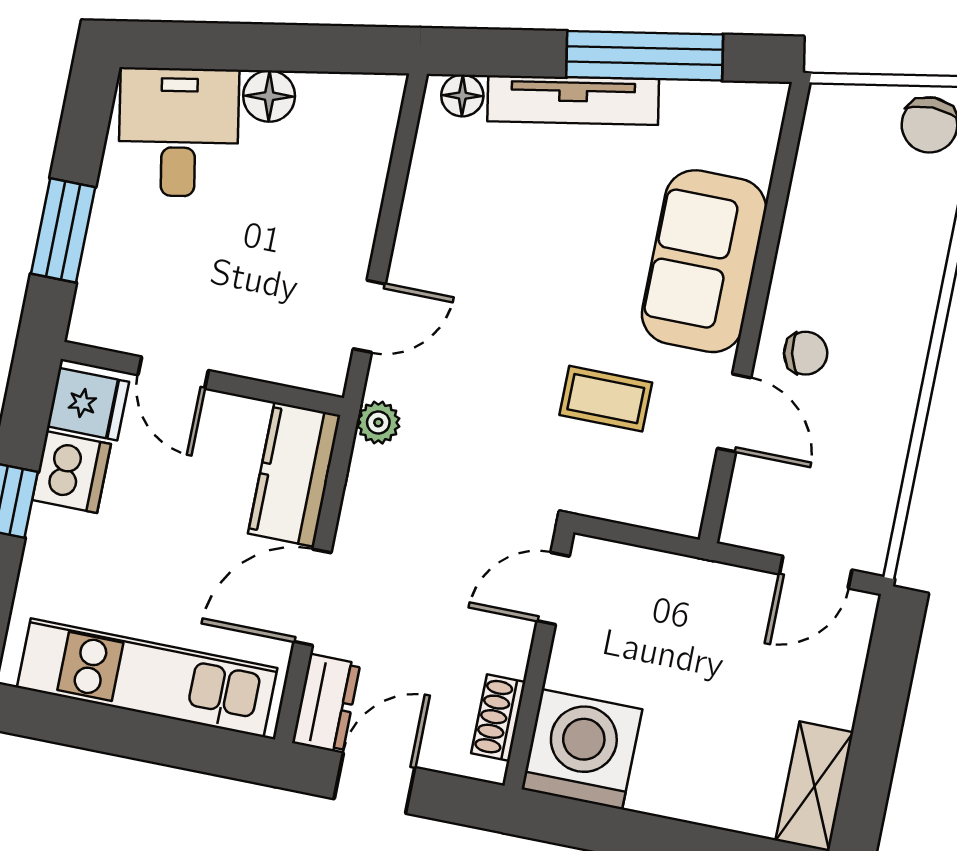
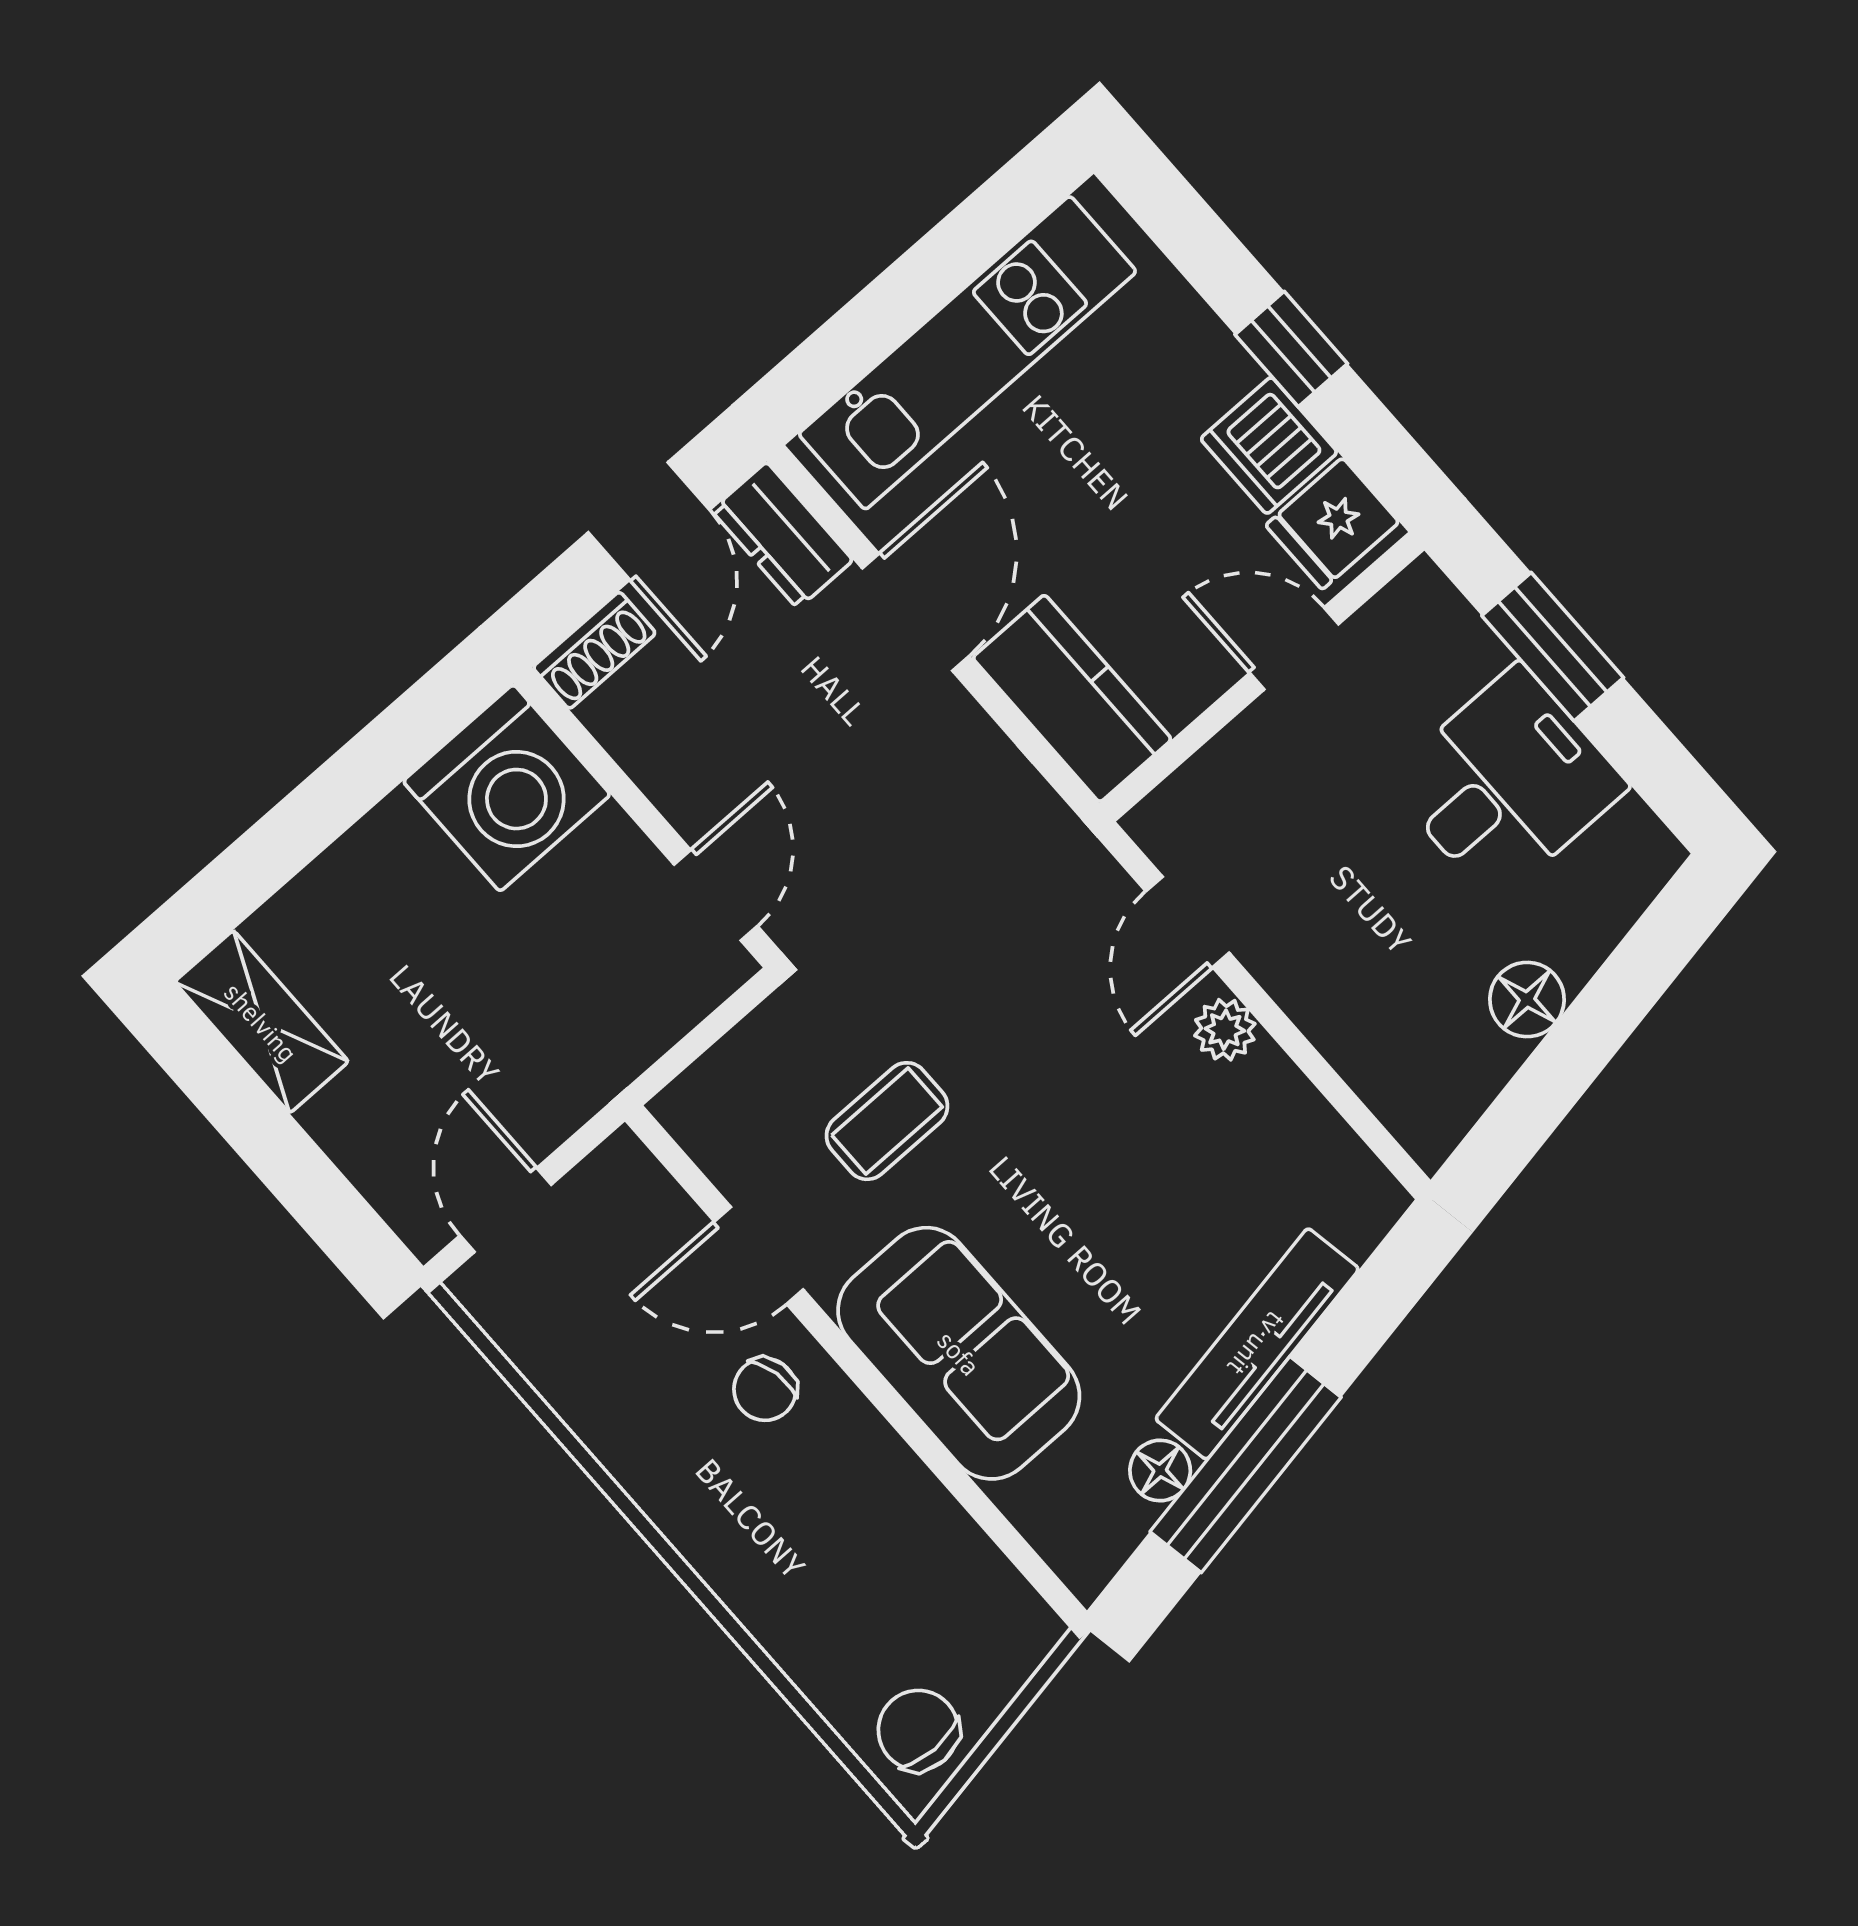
floor lamp: (462, 96) -> (1160, 1471), moved
desk: (179, 132) -> (1507, 783), moved, turned -80
plant: (378, 423) -> (1225, 1030), moved
shoe rack: (498, 718) -> (594, 650), moved, turned 90

